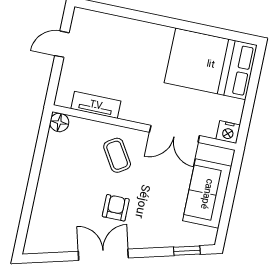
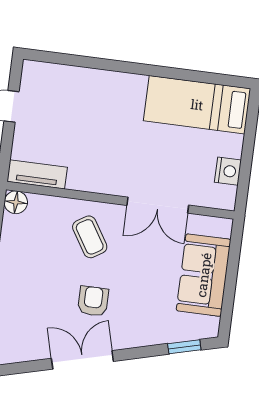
bed: (211, 64) -> (197, 105), width x0.67
tv unit: (96, 105) -> (37, 174), moved
nightstand: (228, 132) -> (228, 171), moved, turned -90

